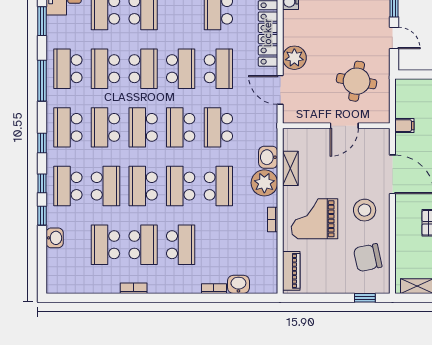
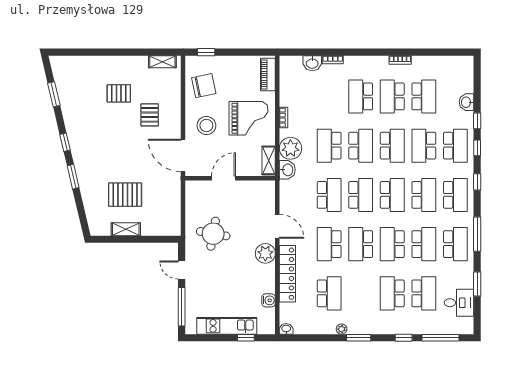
wall: (336, 126) -> (230, 178), moved
door: (344, 126) -> (224, 178), moved
filing cabinet: (404, 126) -> (173, 196), removed

